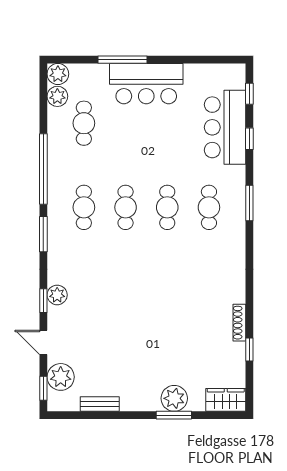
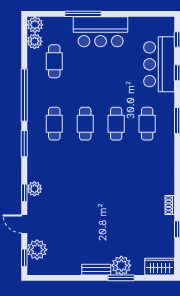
shoe rack: (239, 323) -> (170, 205), width x0.70
bench: (100, 404) -> (96, 270), moved

